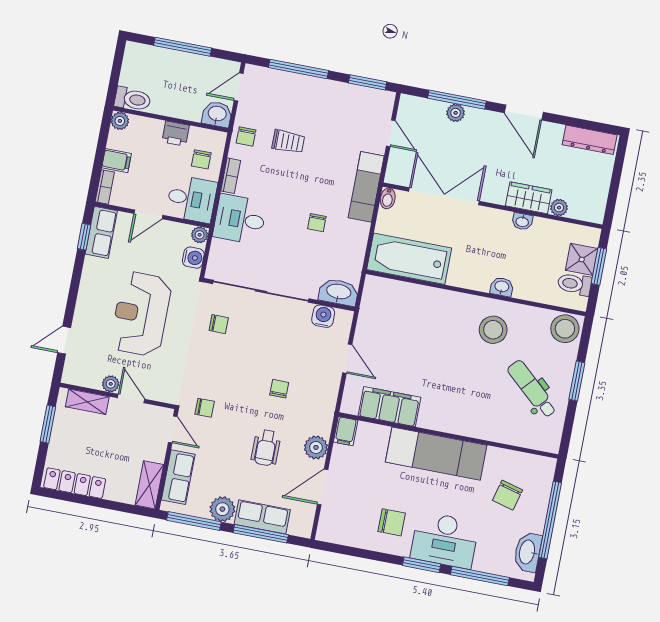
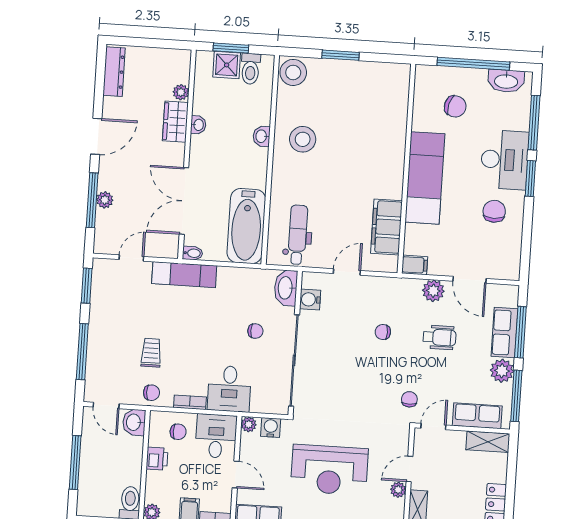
chair: (317, 223) -> (255, 331), moved
chair: (219, 324) -> (330, 396), removed
dental chair: (532, 389) -> (298, 235), moved, turned 138

